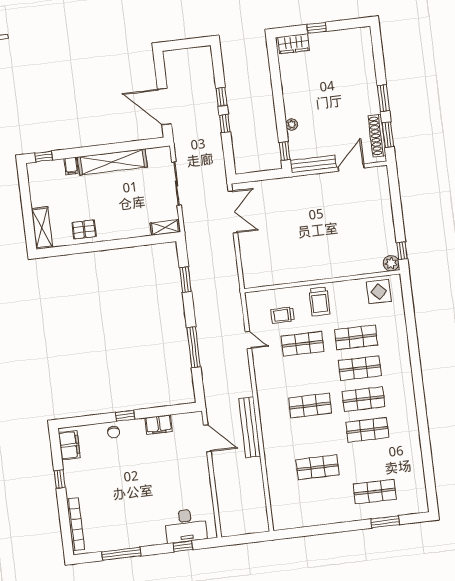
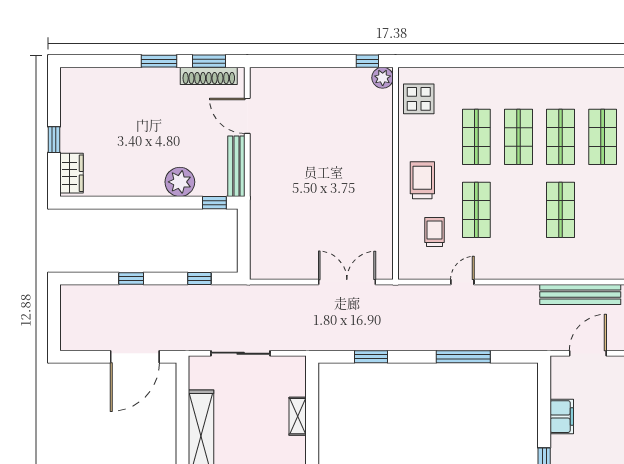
window: (225, 123) -> (199, 279), moved
plant: (292, 125) -> (180, 182), width x1.88, depth x1.88
double door: (233, 212) -> (347, 282), moved
shelving: (165, 227) -> (298, 416), moved
trolley: (319, 302) -> (422, 180), turned -90
trolley: (283, 315) -> (435, 232), turned 180

